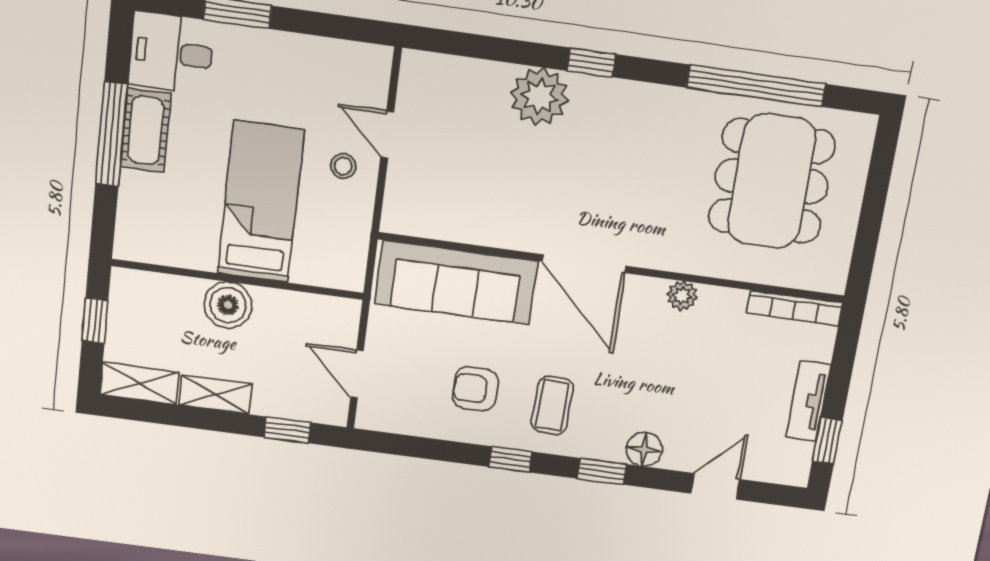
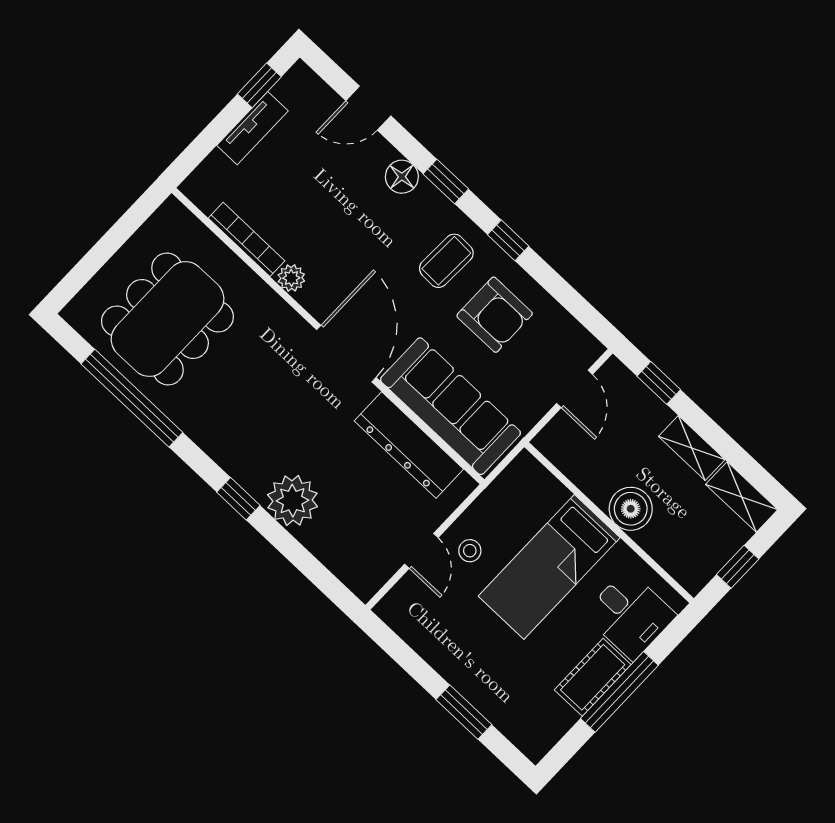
desk: (171, 53) -> (630, 615), moved
dresser: (469, 222) -> (409, 445), added
bookcase: (794, 308) -> (246, 239), moved
armchair: (475, 389) -> (495, 315), width x1.38, depth x1.38

